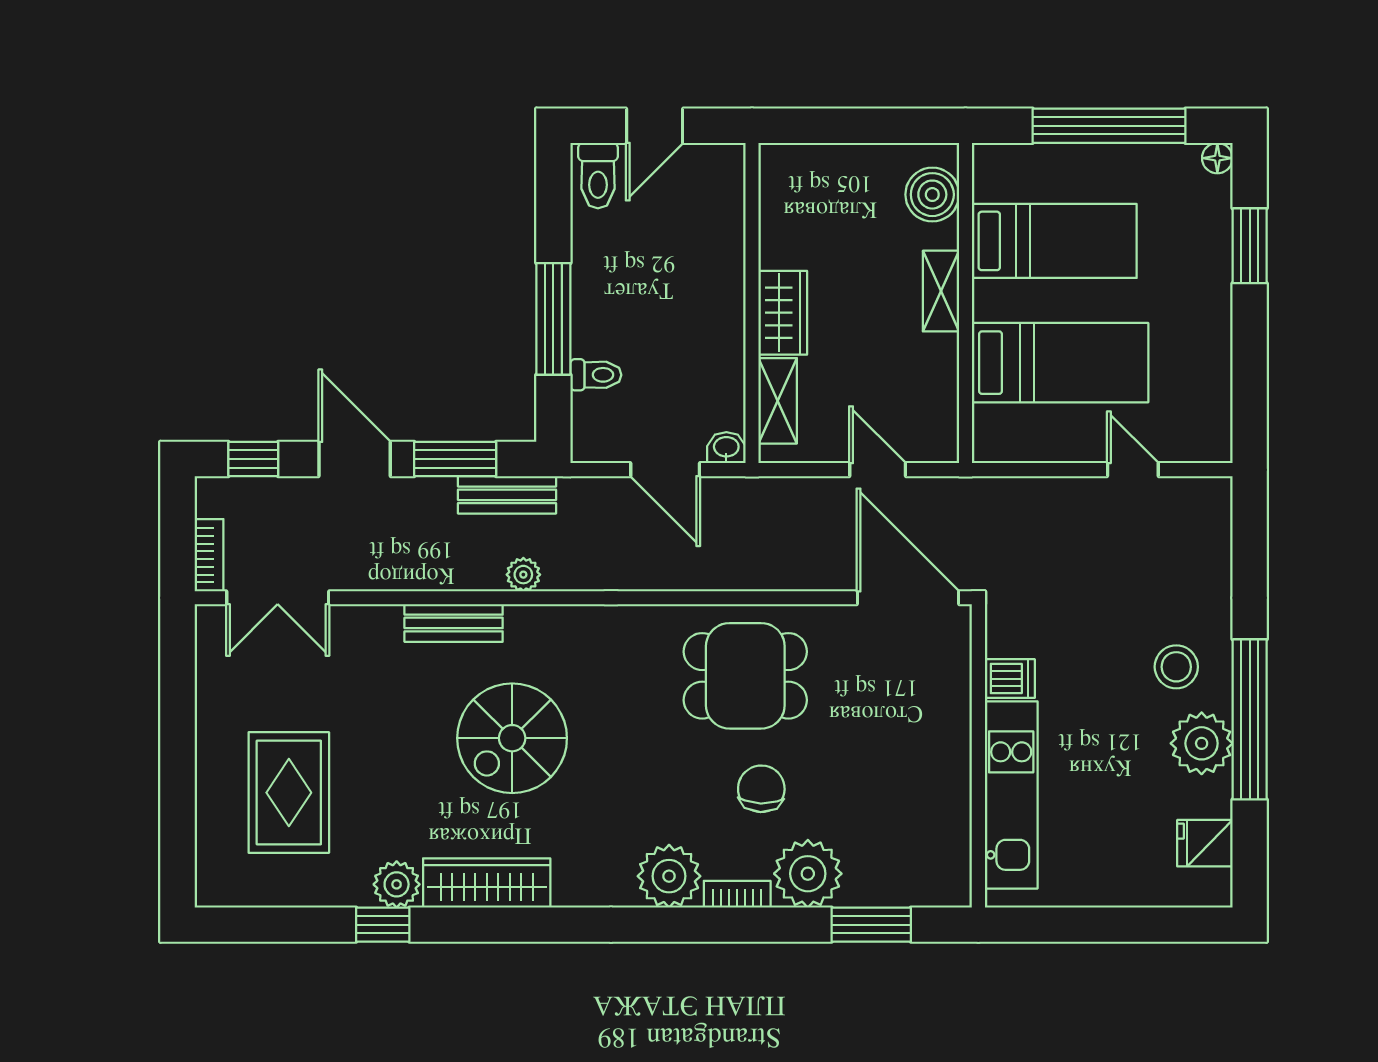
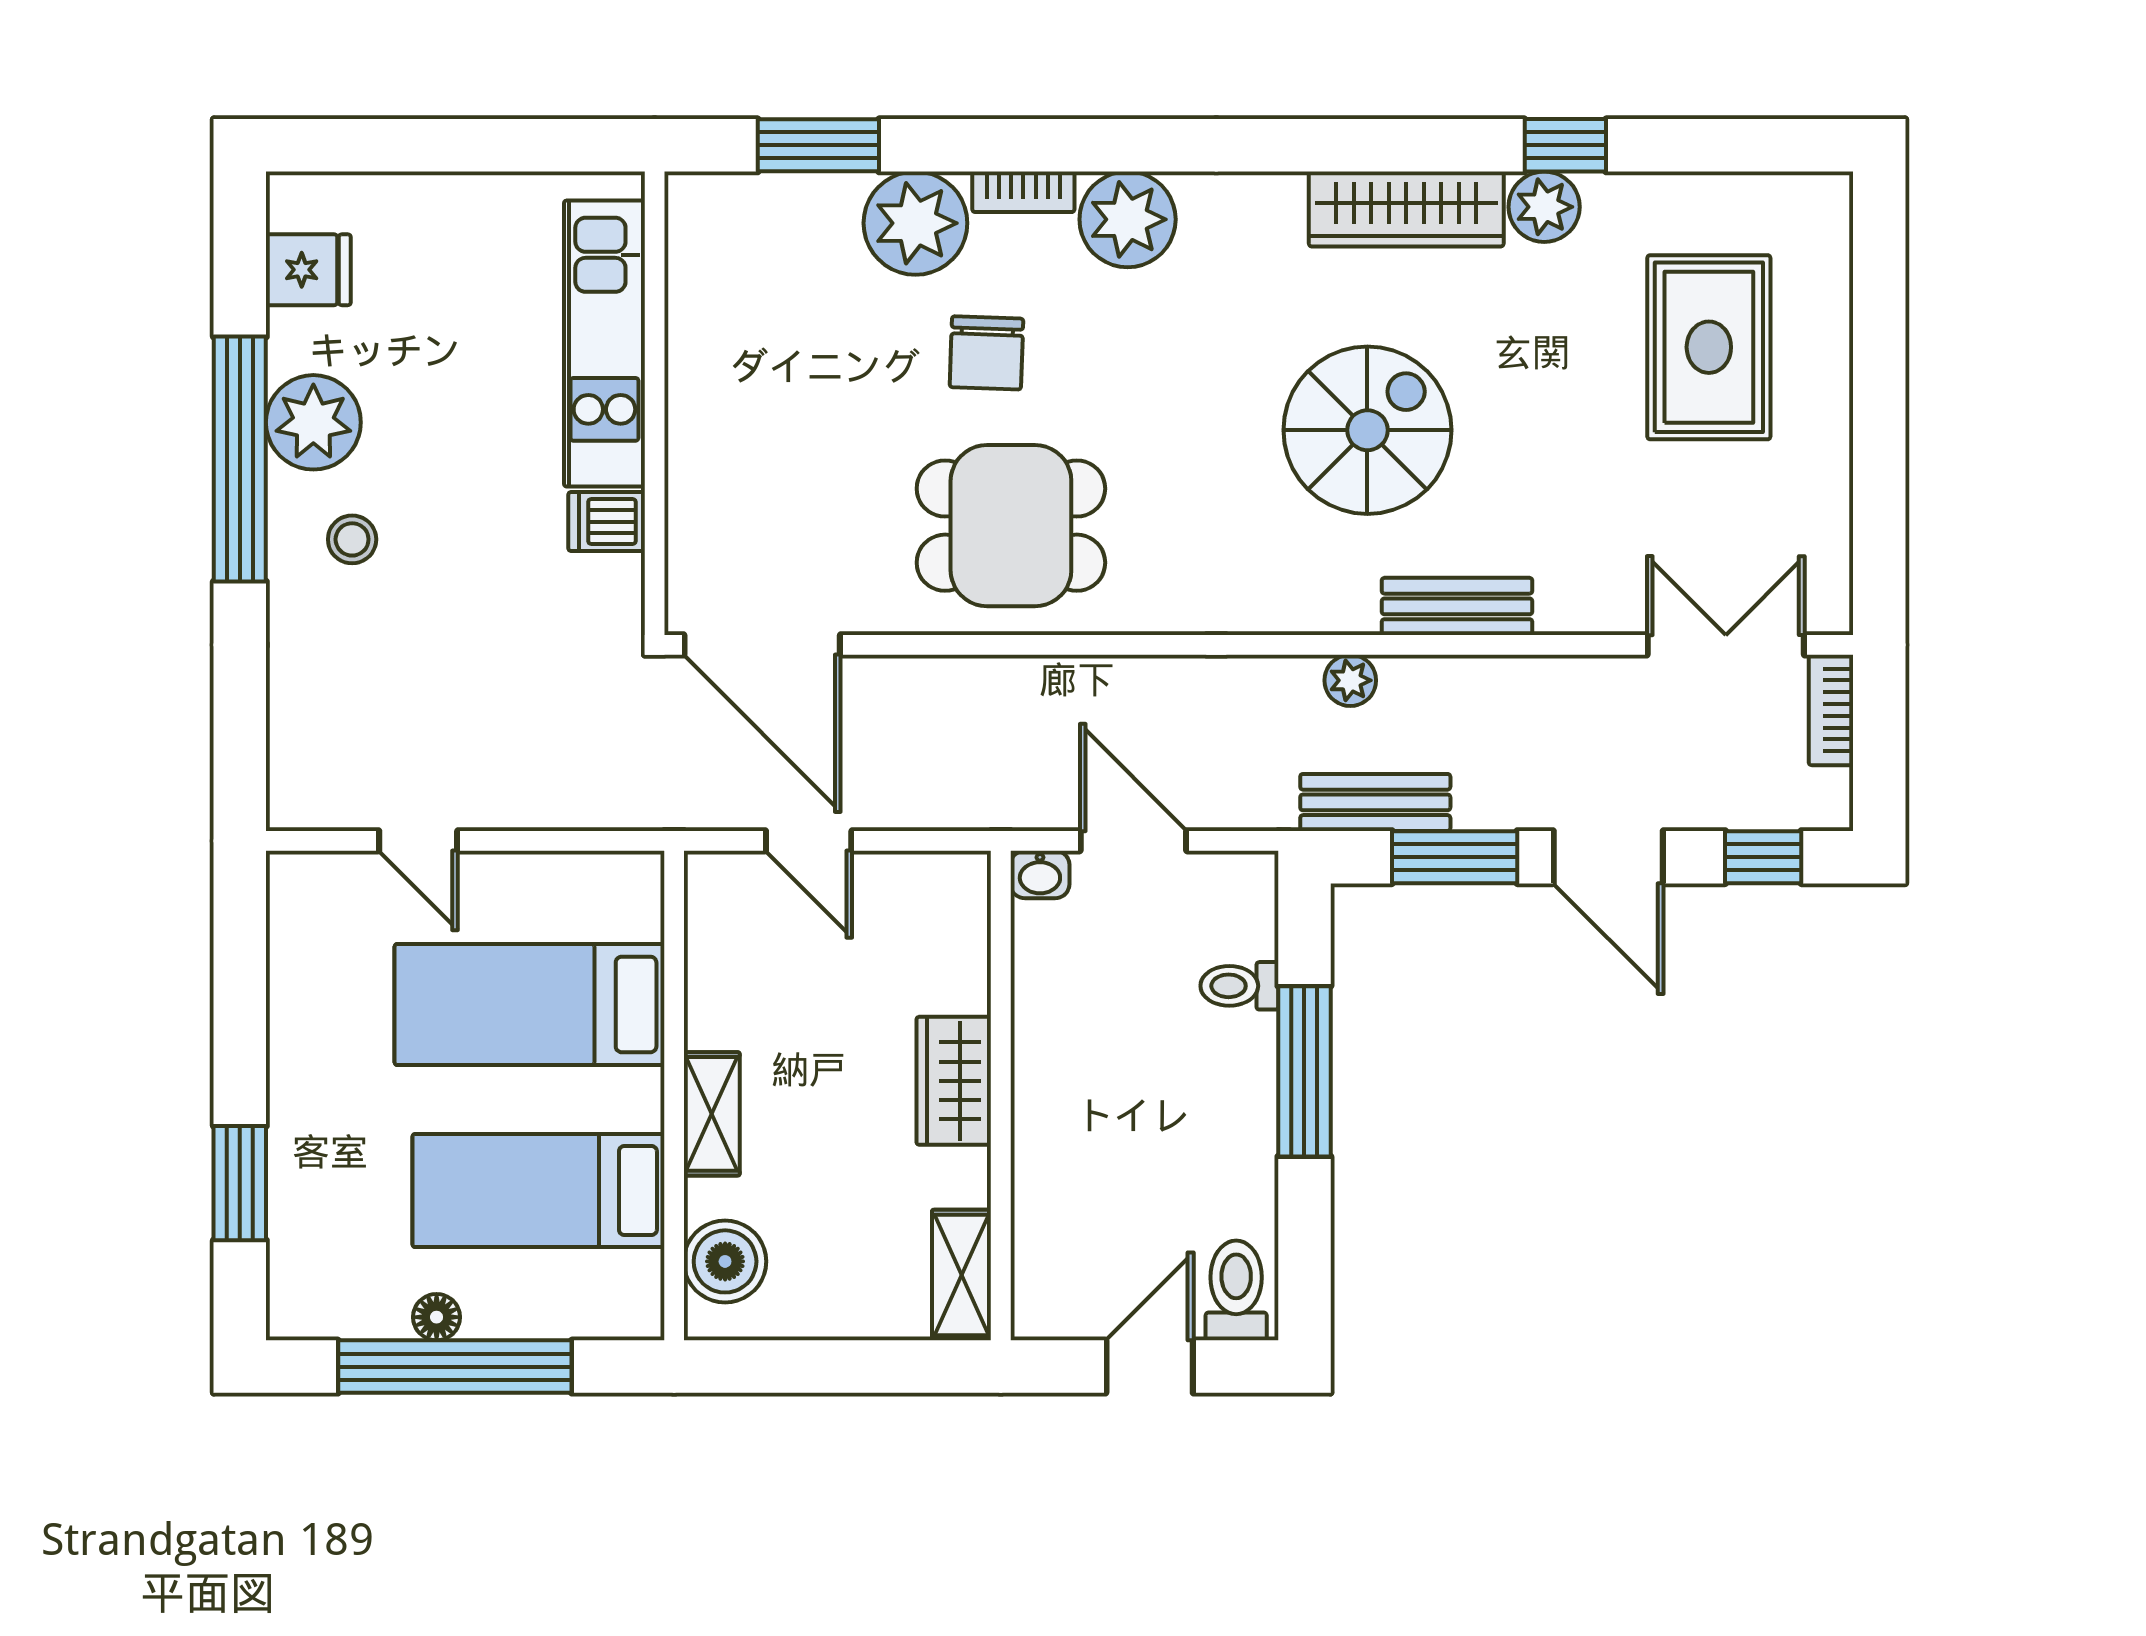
floor lamp: (1217, 158) -> (437, 1317), moved
shelving: (778, 401) -> (961, 1275), moved
stool: (1176, 667) -> (352, 539), width x0.73, depth x0.73

